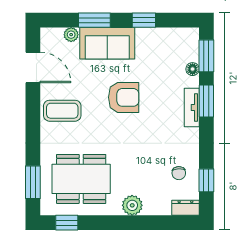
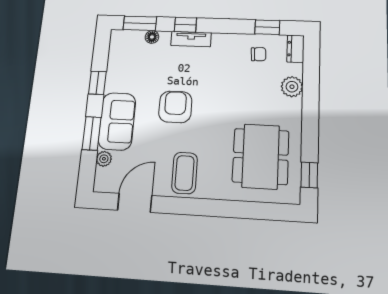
window: (206, 101) -> (185, 25), width x0.67
window: (33, 182) -> (262, 211), removed
plant: (132, 205) -> (292, 87), moved

